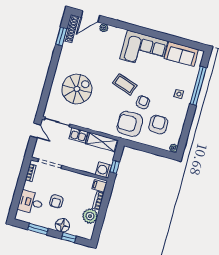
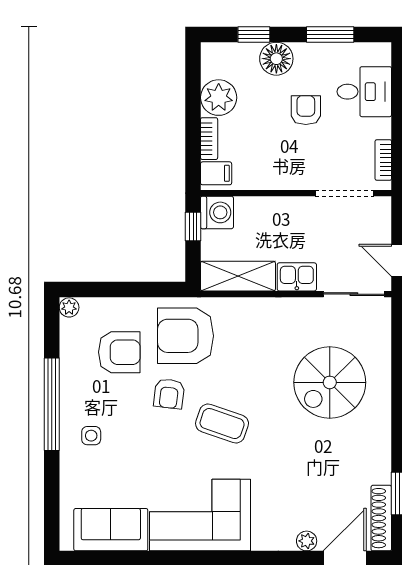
window: (198, 86) -> (52, 404), moved
armchair: (130, 124) -> (186, 336), turned 180
armchair: (158, 124) -> (119, 352), turned -90

